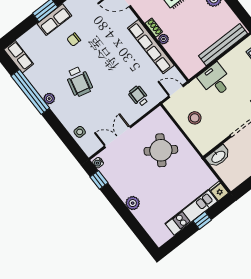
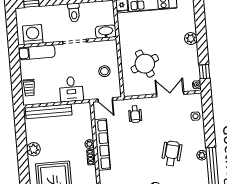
double door: (118, 137) -> (170, 94), swing flipped
round table: (161, 150) -> (145, 64), turned 32

